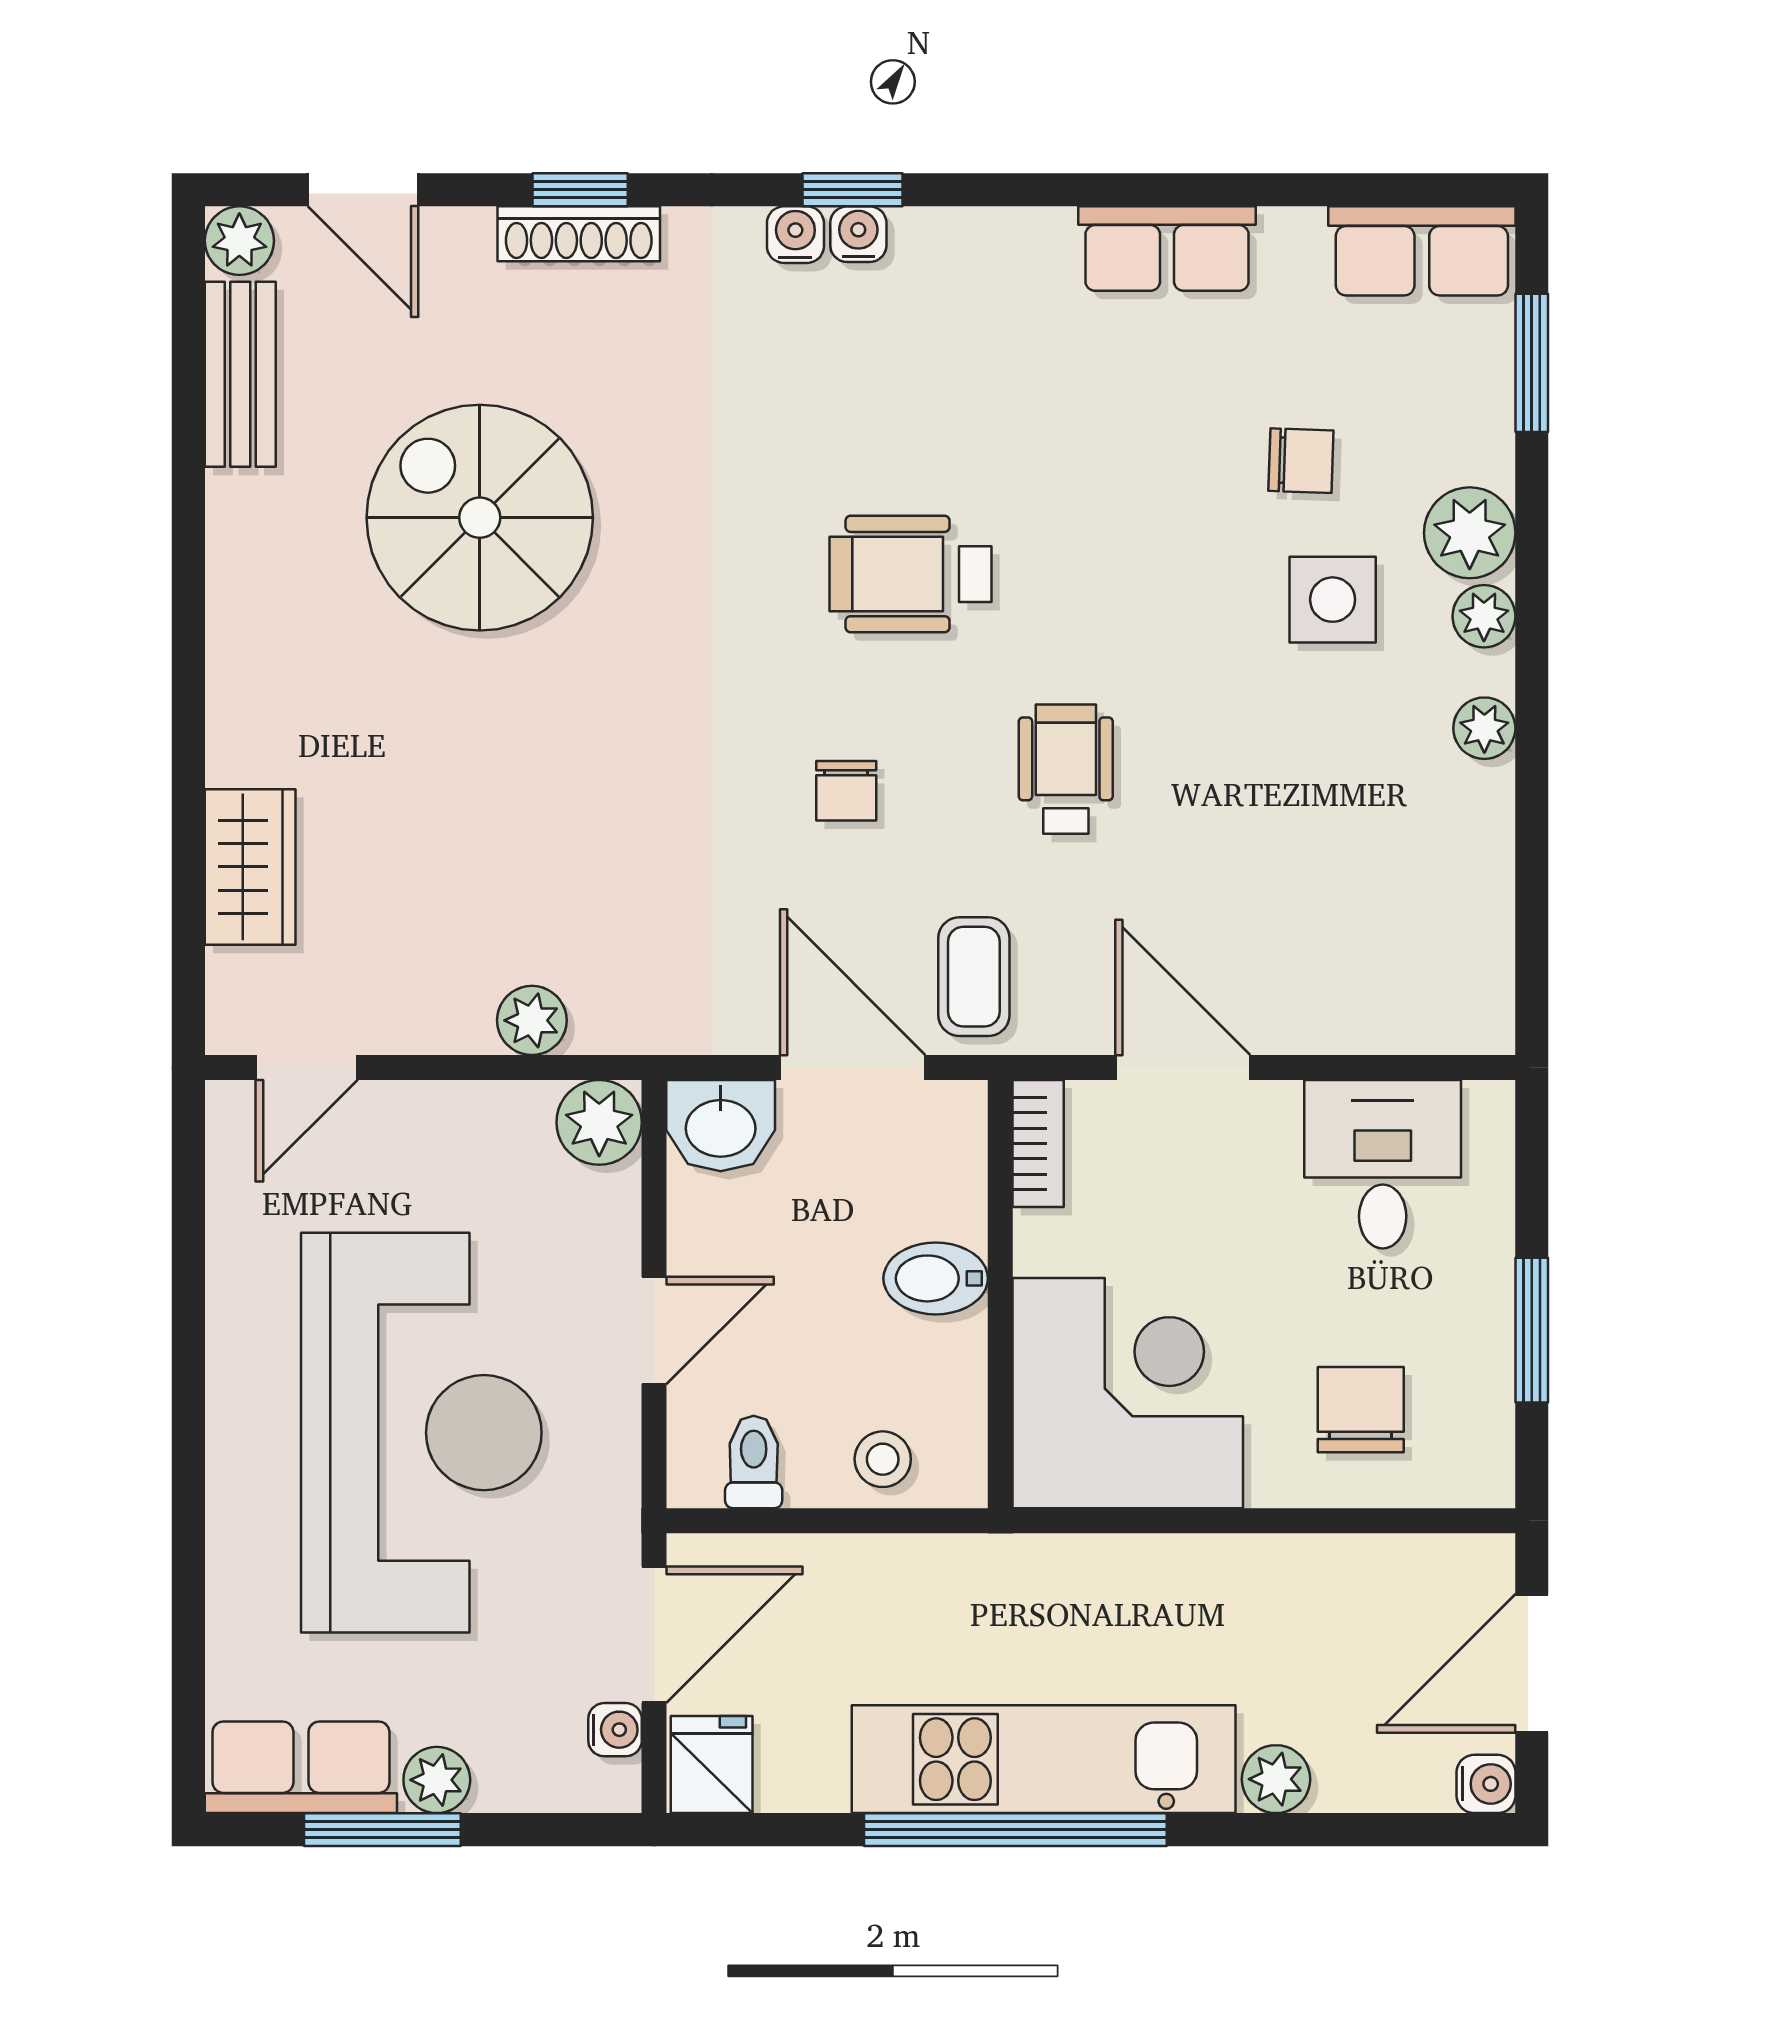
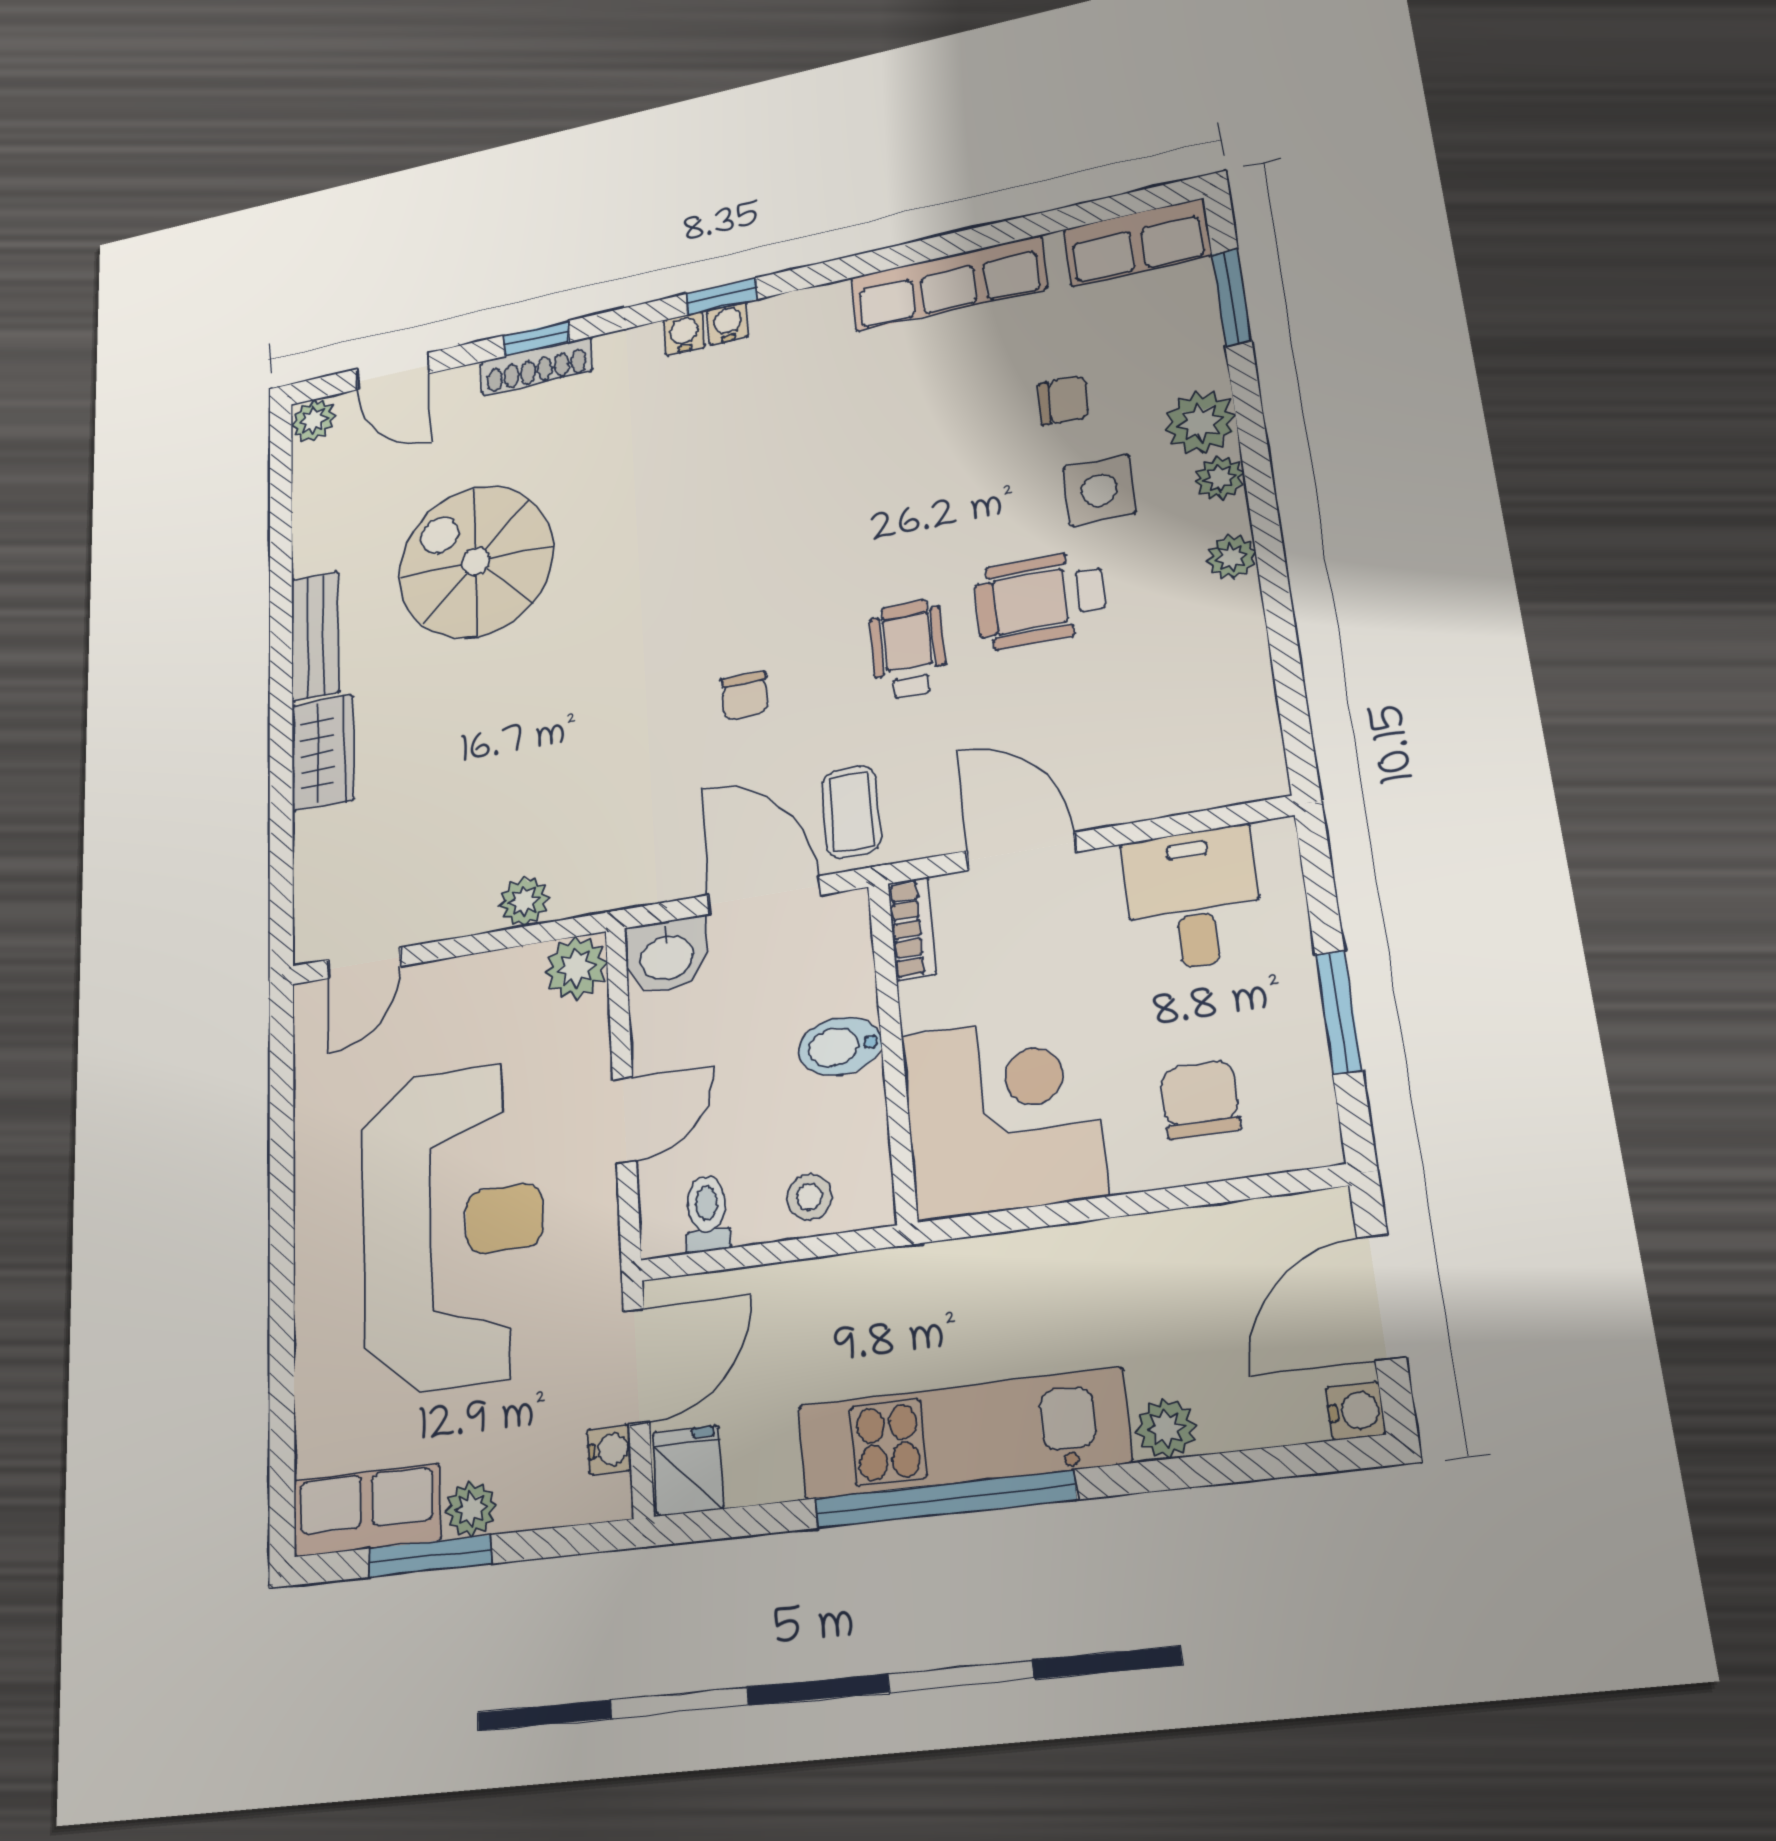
row of seats: (1167, 249) -> (948, 283), width x1.48
bench: (240, 374) -> (315, 636), moved
wheelchair: (910, 574) -> (1040, 600), moved
wardrobe: (250, 867) -> (323, 753), moved

